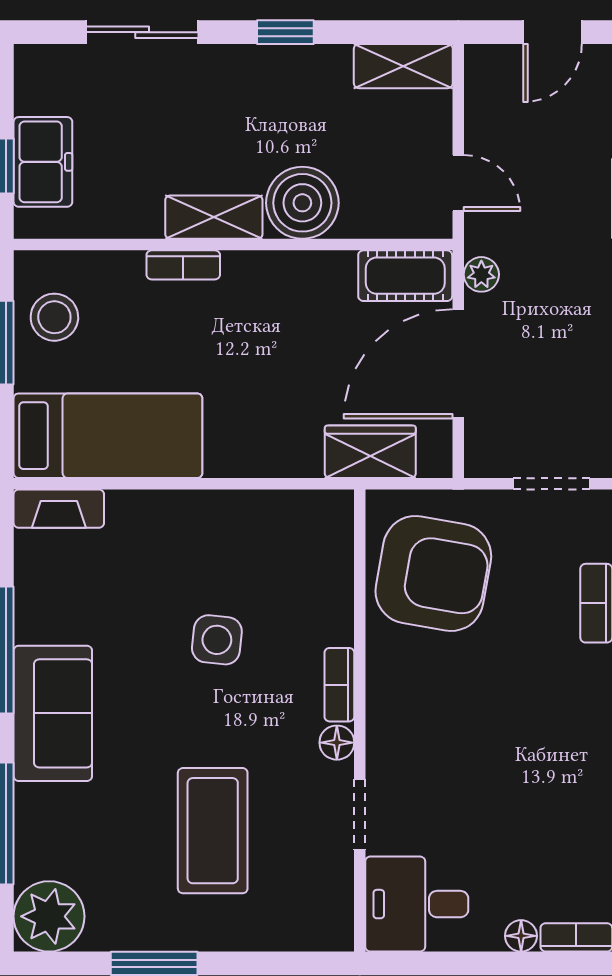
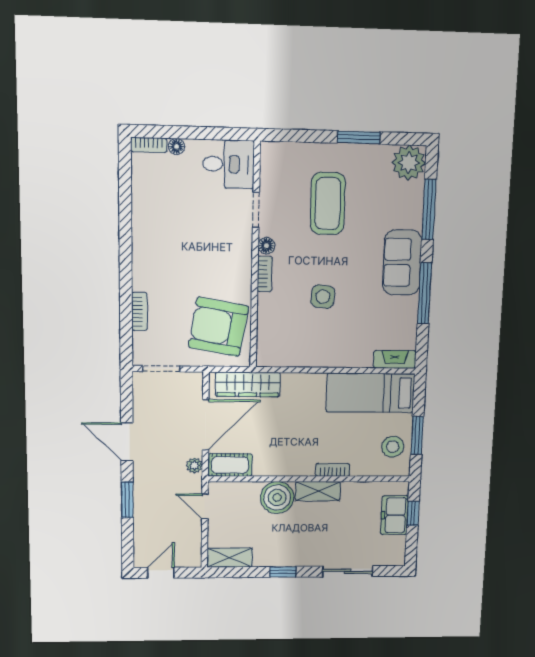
wardrobe: (370, 452) -> (248, 384), width x1.50

